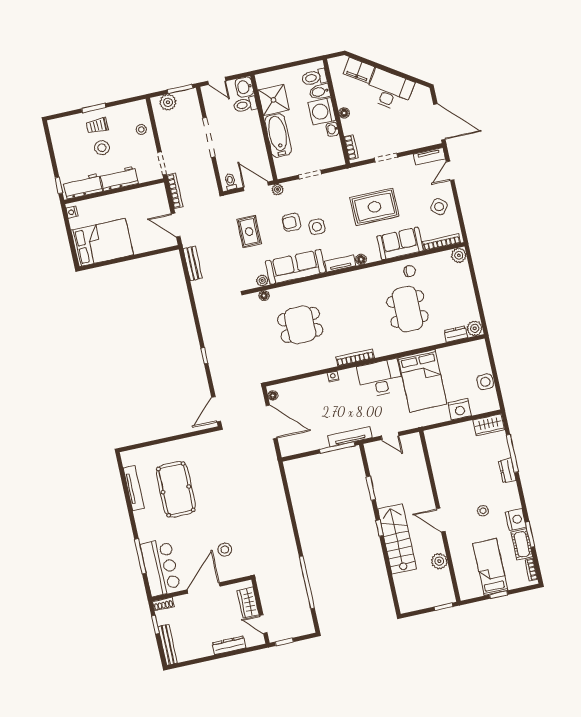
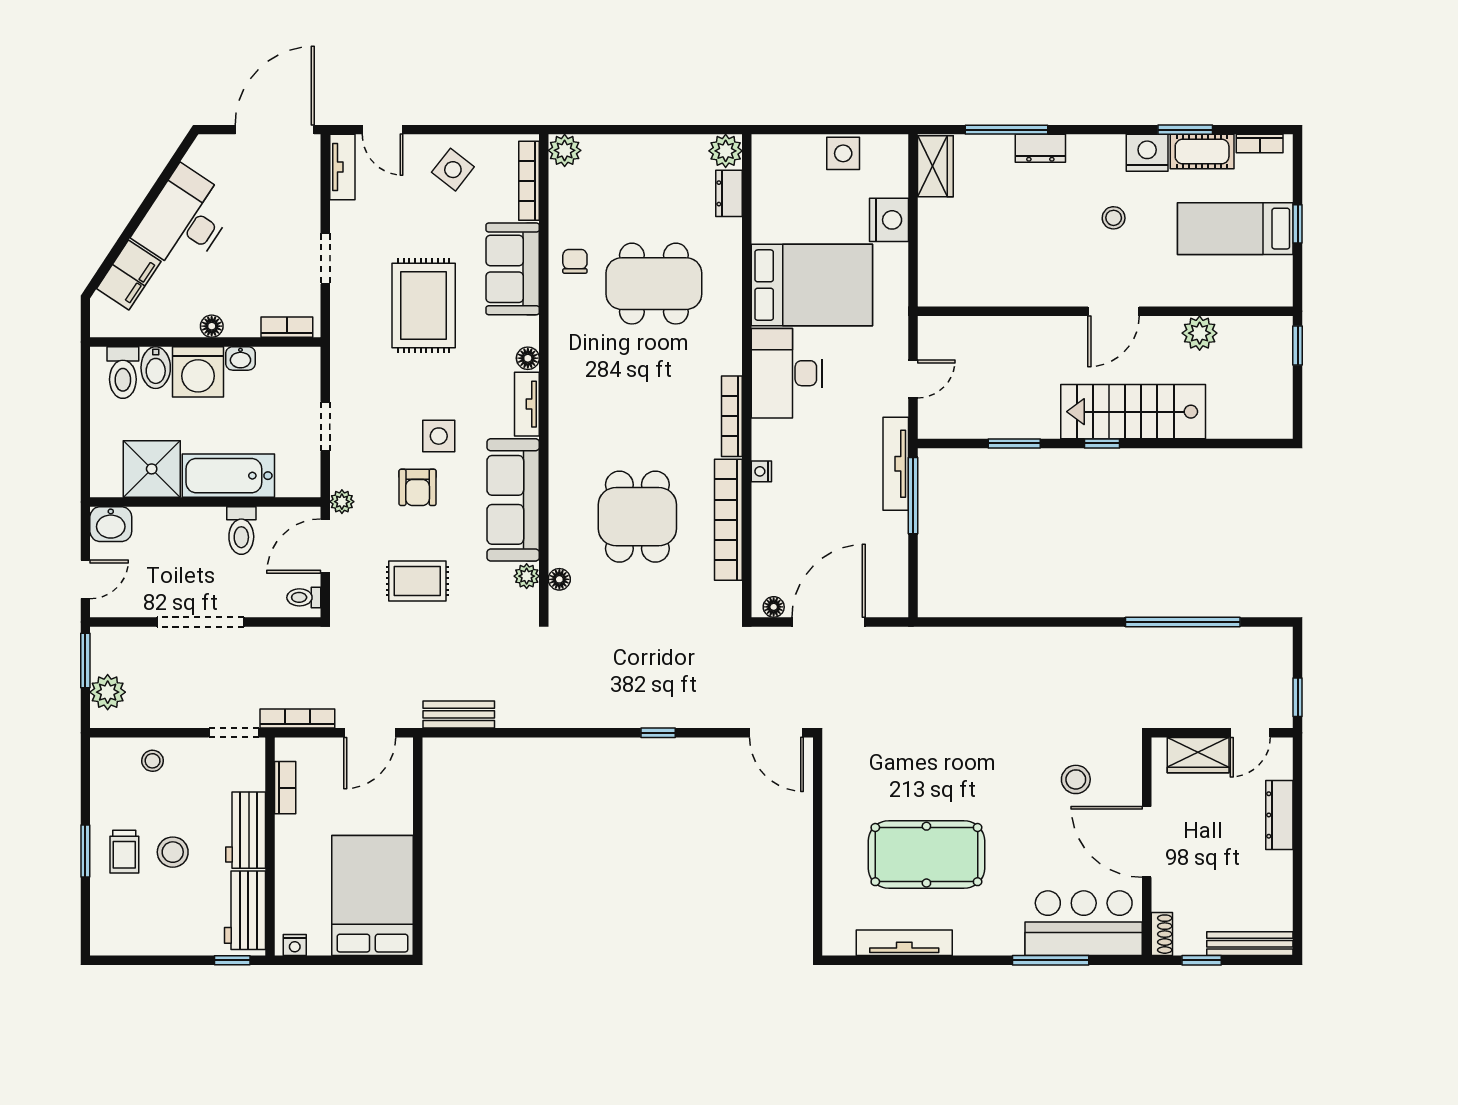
toilet: (245, 105) -> (241, 530), moved
bookcase: (142, 192) -> (285, 788), added
bookcase: (308, 366) -> (728, 520), added

